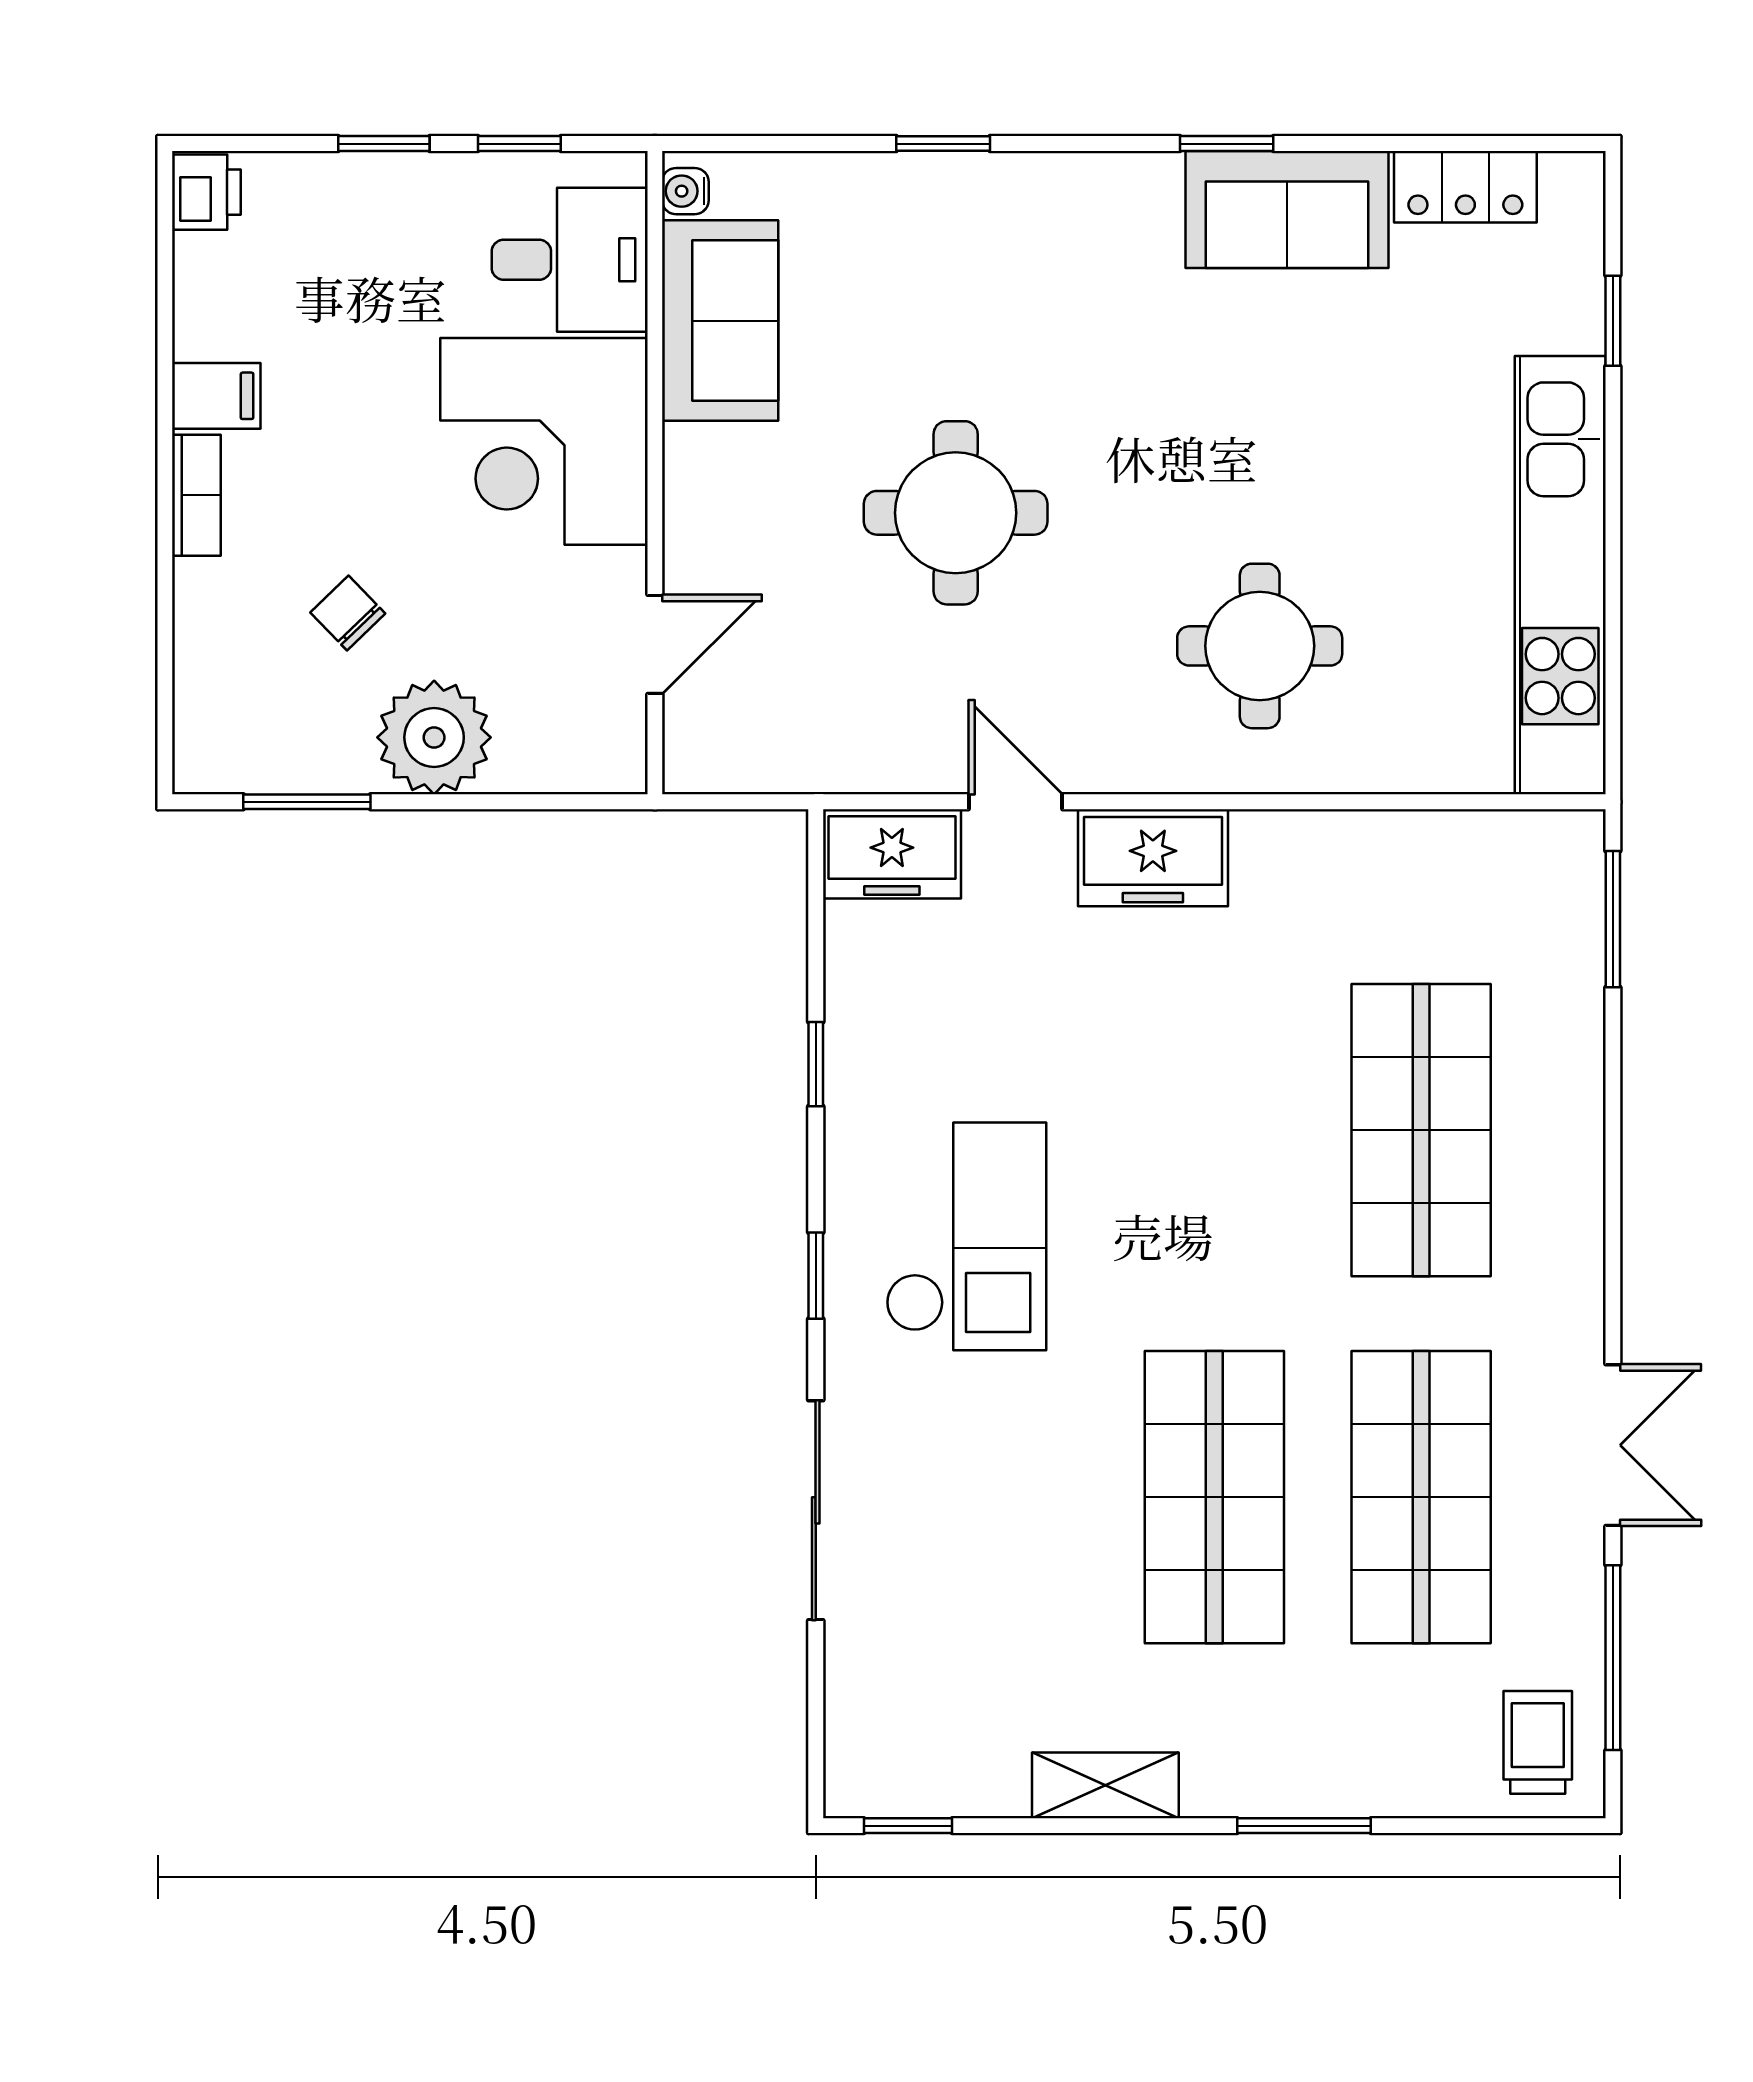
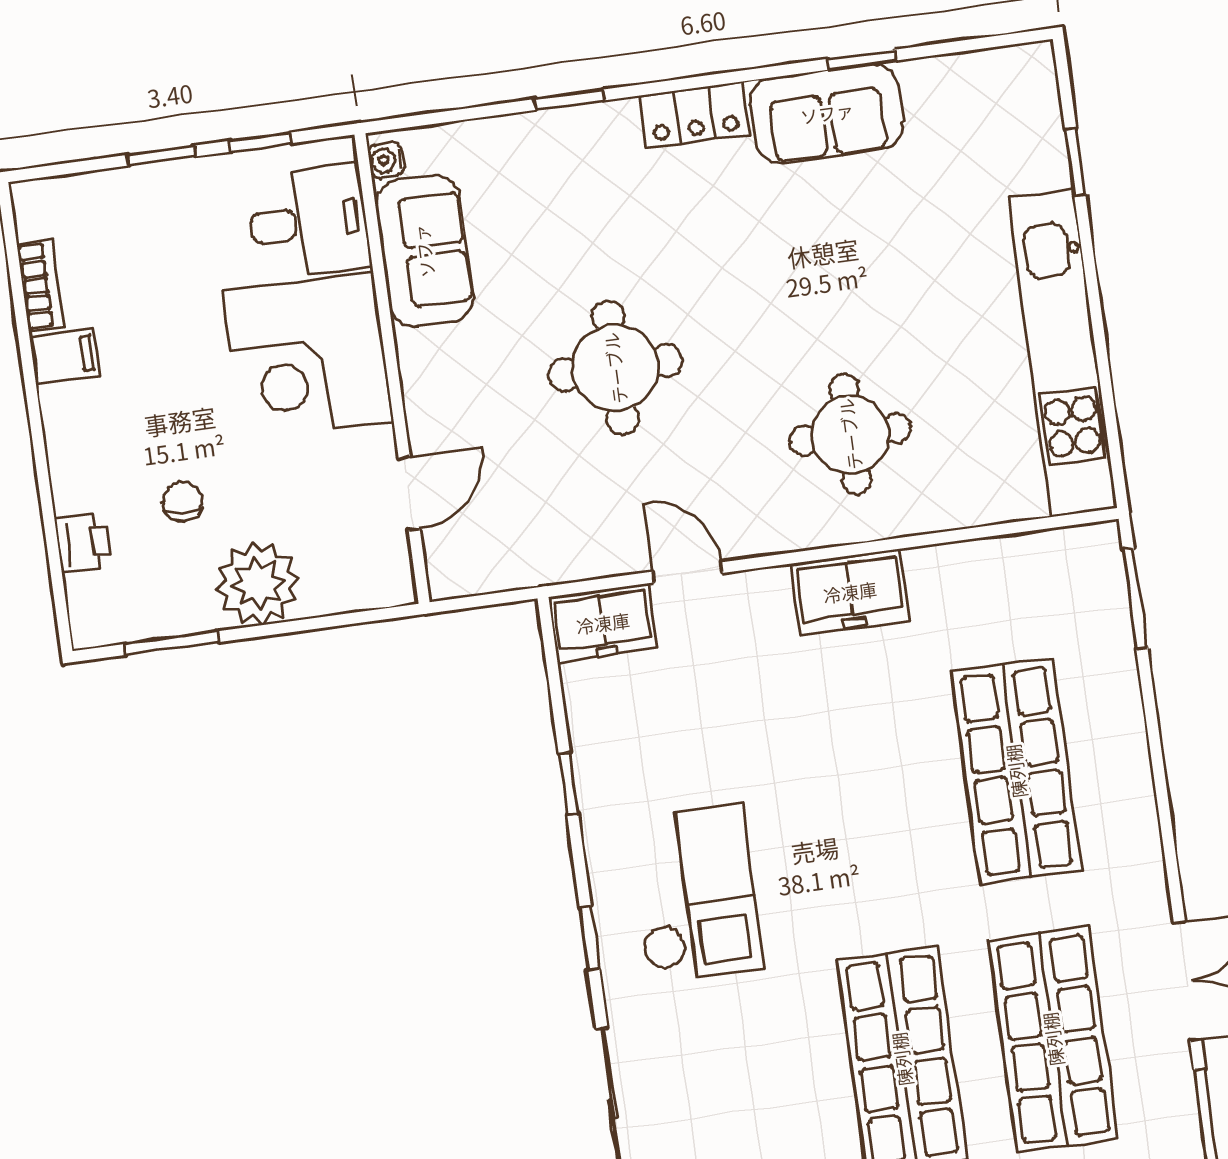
window: (1227, 144) -> (862, 60), moved
locker: (1465, 187) -> (694, 115), moved
printer: (206, 192) -> (83, 543), moved
bookcase: (196, 495) -> (40, 286), moved
chair: (348, 613) -> (182, 501), turned 44
freezer: (1153, 858) -> (850, 592), moved

